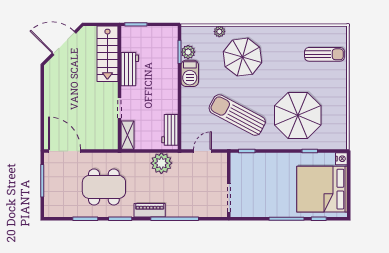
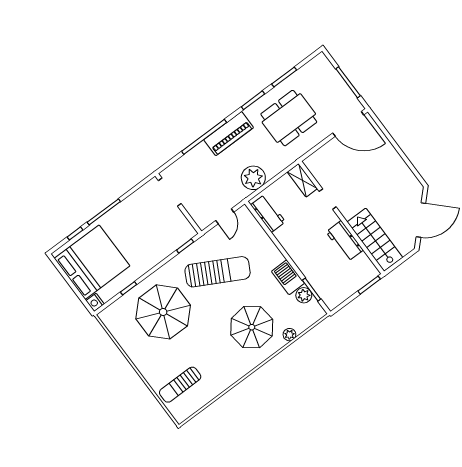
piano: (150, 210) -> (229, 134), width x1.37, depth x1.33

